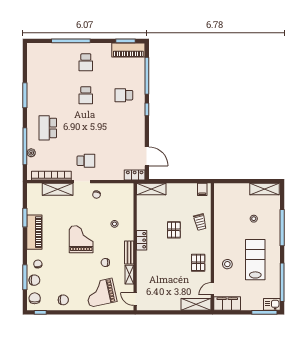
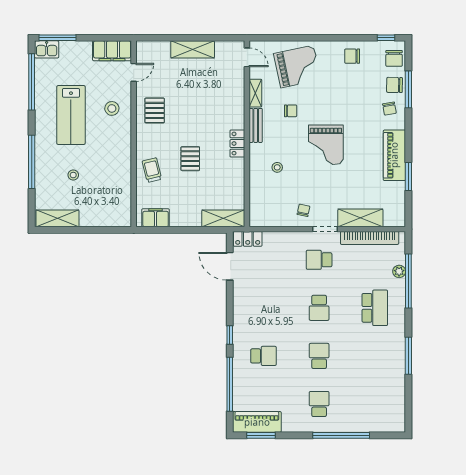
school desk: (86, 128) -> (319, 308), added
filing cabinet: (202, 189) -> (156, 218), width x2.00
shelving: (196, 304) -> (193, 49), moved

